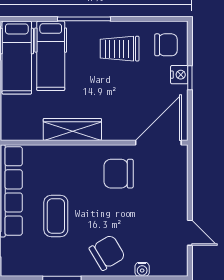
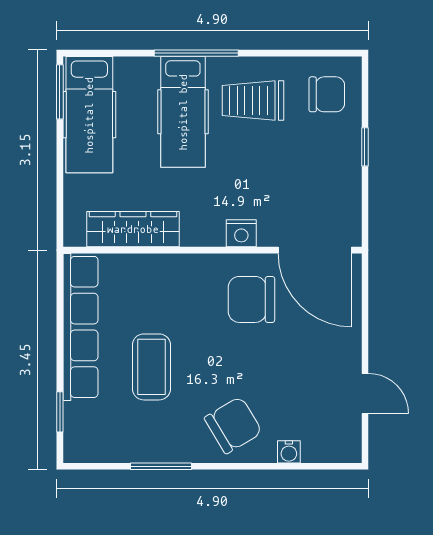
hospital bed: (51, 56) -> (183, 112), moved
nightstand: (179, 75) -> (241, 233), moved, turned 90
wardrobe: (72, 129) -> (133, 229), moved
door: (158, 143) -> (315, 250), swing flipped

